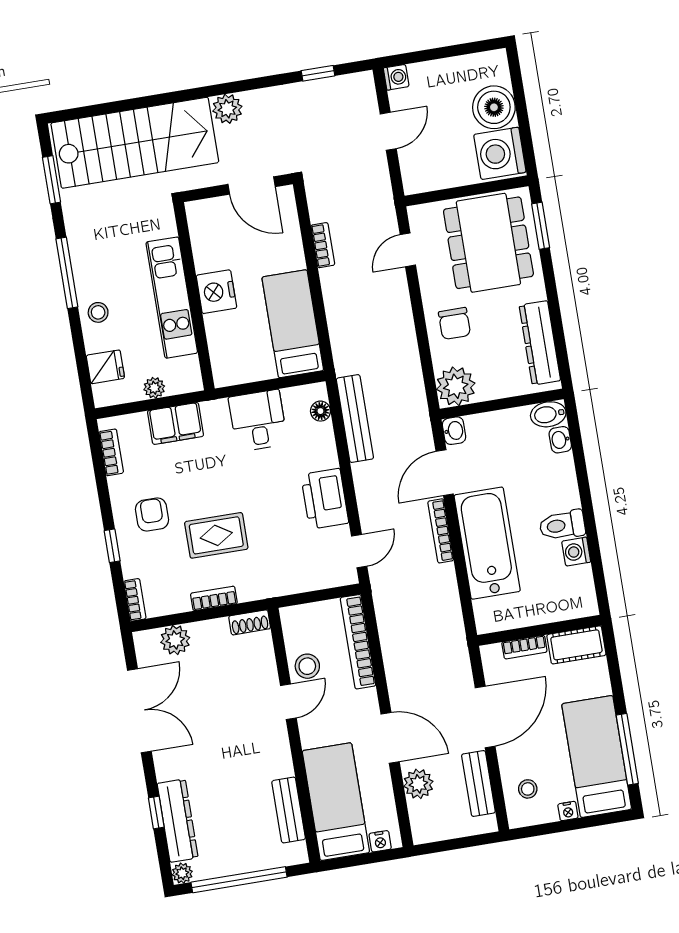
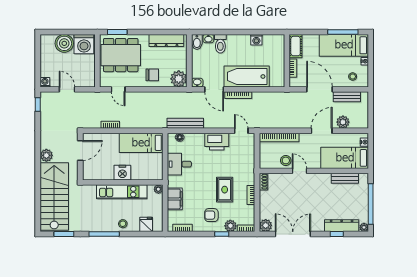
window: (318, 73) -> (38, 104), moved
plant: (154, 388) -> (158, 189), moved
toilet: (562, 525) -> (220, 44), moved
plant: (135, 563) -> (230, 226), added
plant: (175, 640) -> (266, 225), moved

